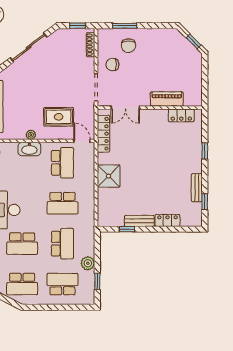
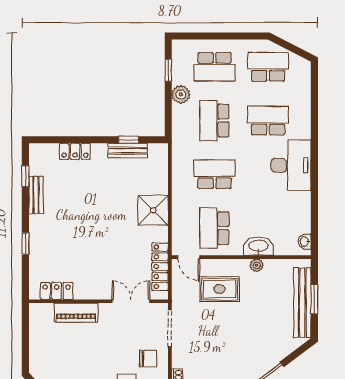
bench: (139, 221) -> (128, 151), moved

